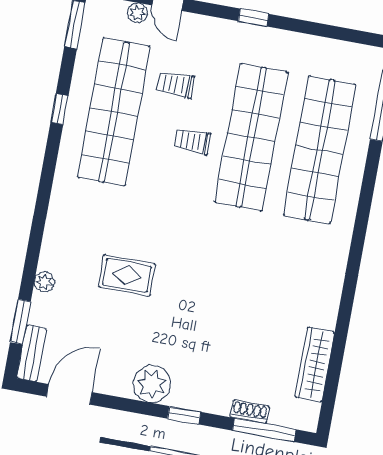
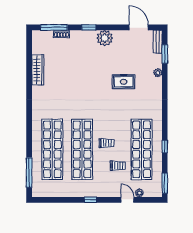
wardrobe: (315, 364) -> (38, 70), moved
door: (69, 394) -> (139, 27), swing flipped

